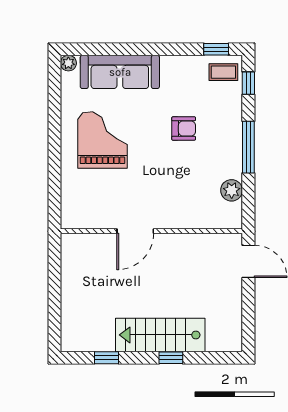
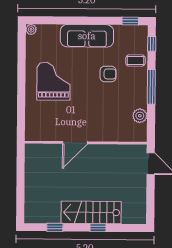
sofa: (120, 72) -> (87, 36), moved
coffee table: (223, 72) -> (135, 61), moved

